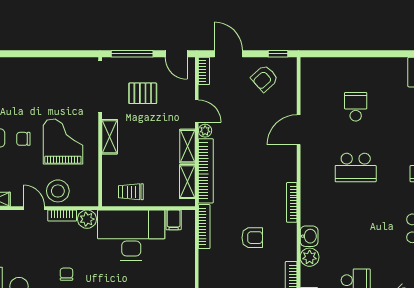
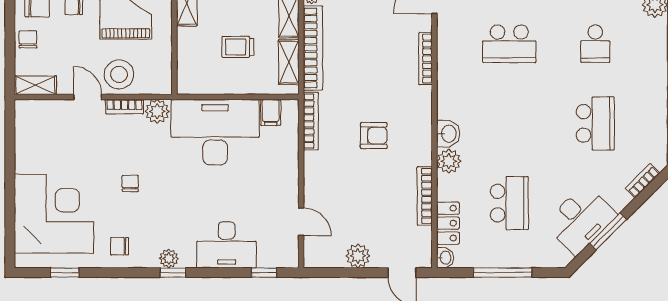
trolley: (131, 192) -> (238, 47), moved
bookcase: (292, 202) -> (426, 59), moved

